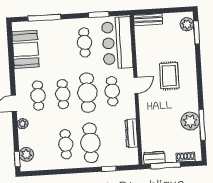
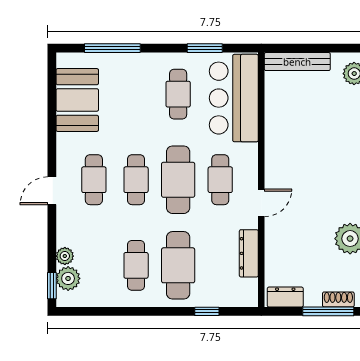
bench: (148, 20) -> (297, 62), width x1.36
rug: (169, 76) -> (319, 159), removed
door: (136, 85) -> (261, 203), moved
plant: (23, 124) -> (65, 256), moved
window: (165, 165) -> (328, 311), moved

